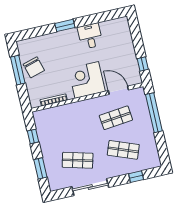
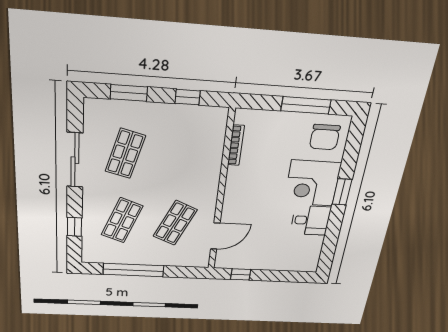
chair: (34, 67) -> (325, 137), moved, turned -74
corner desk: (87, 80) -> (312, 183), moved, turned 180
window: (154, 113) -> (133, 270), moved
shop shelf: (116, 118) -> (175, 223), turned 30

